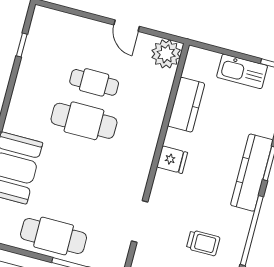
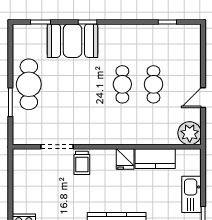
cafe table: (84, 121) -> (122, 84), width x0.73, depth x0.74
fridge: (172, 160) -> (125, 159), moved
trolley: (203, 243) -> (82, 163), moved

